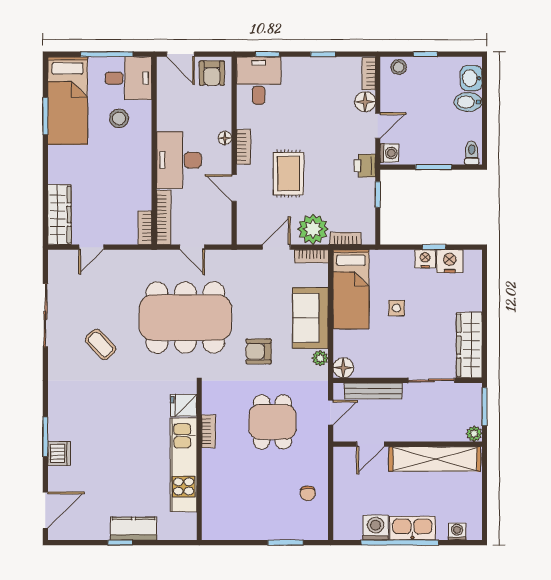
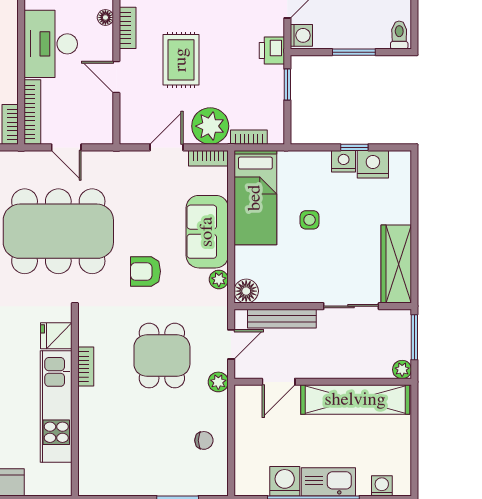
plant: (320, 444) -> (218, 382), added
chair: (308, 493) -> (204, 440), turned -90

